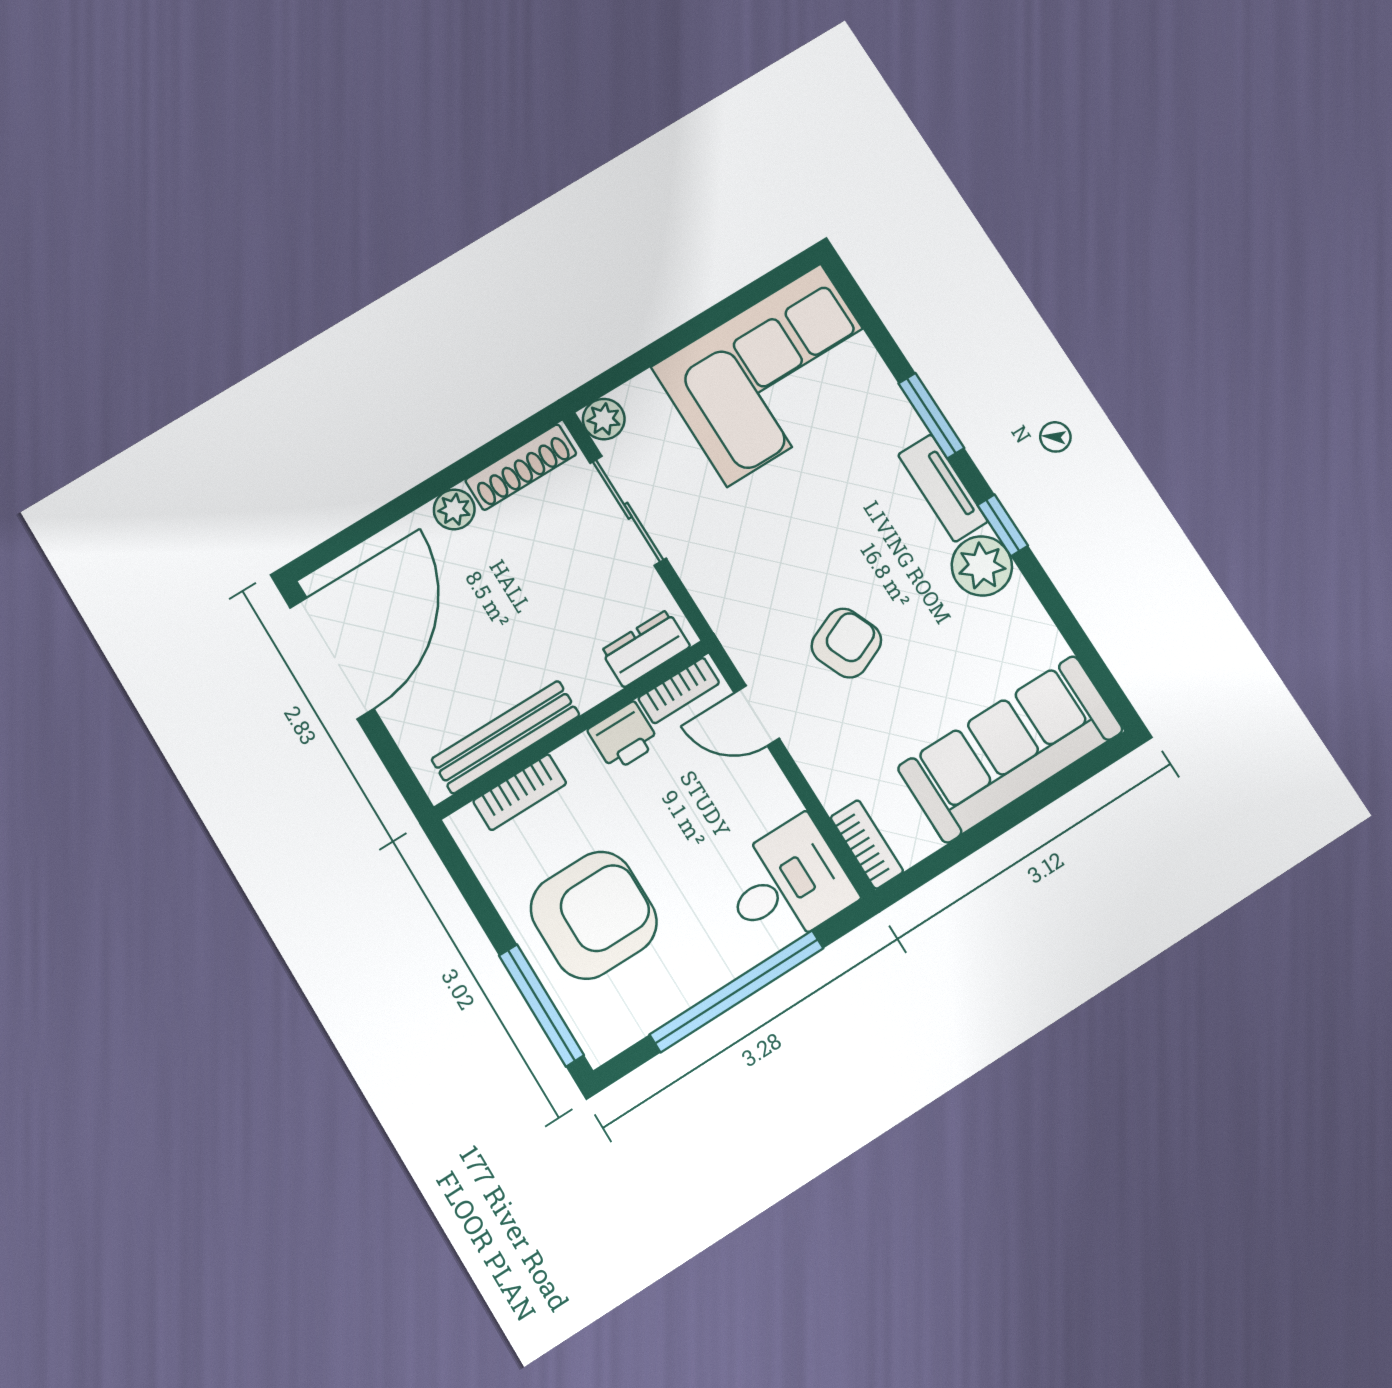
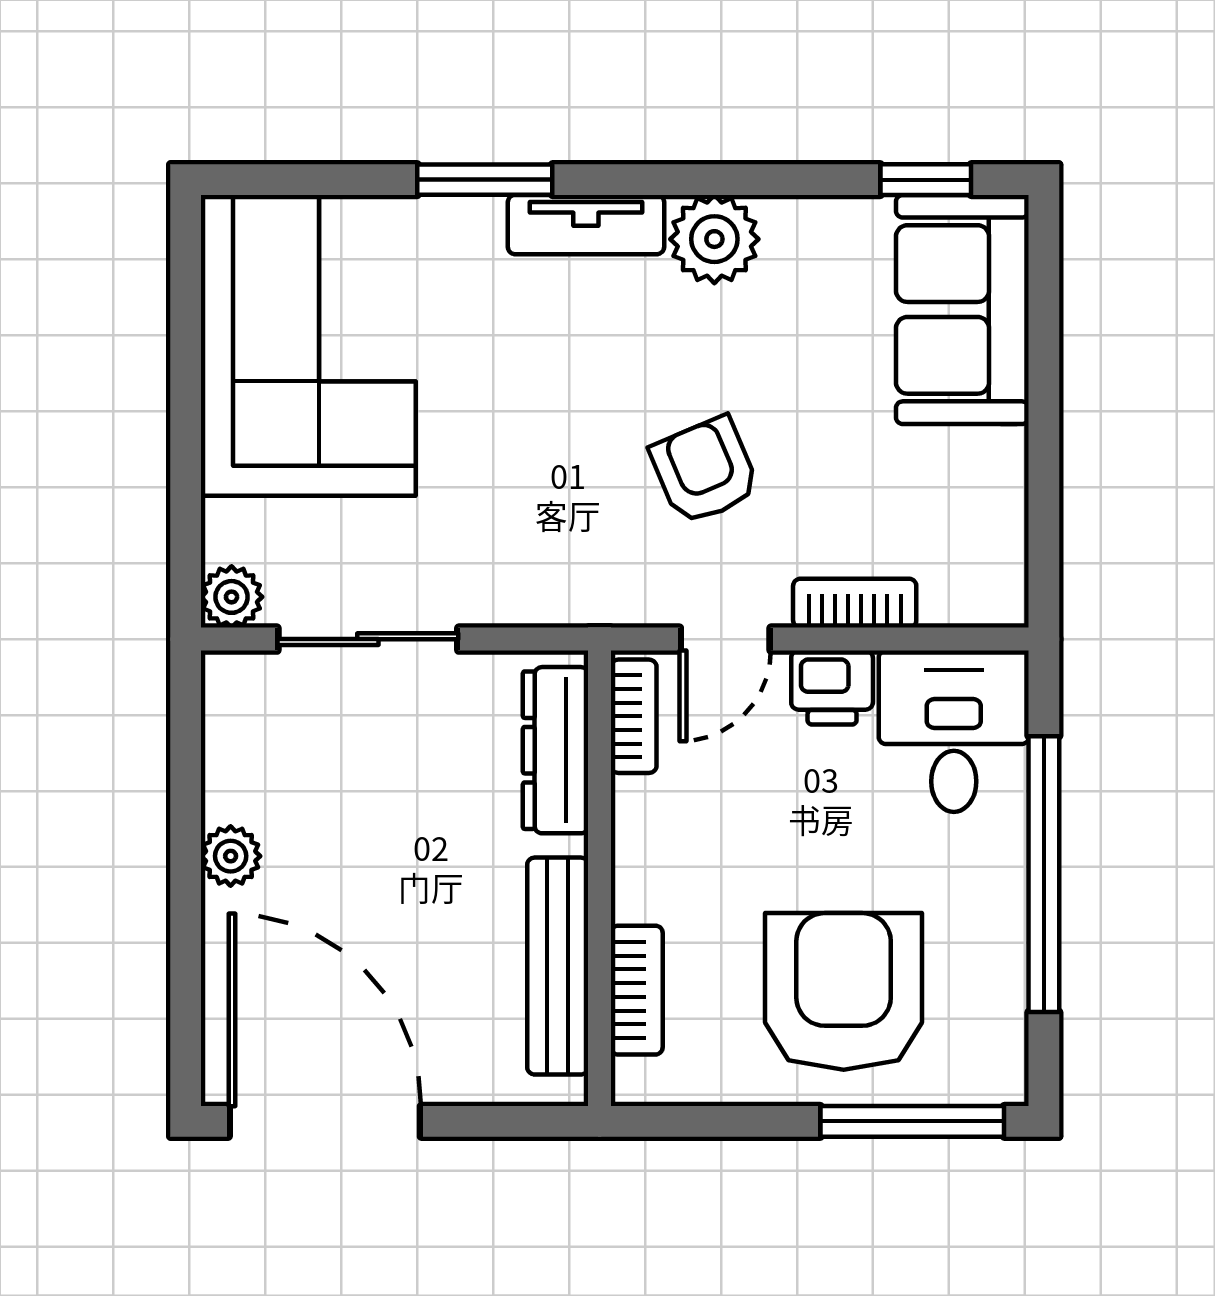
shoe rack: (521, 467) -> (228, 739), removed
window: (1003, 525) -> (926, 180), moved
dresser: (646, 649) -> (556, 750), width x1.44
printer: (624, 737) -> (832, 688), moved, turned 90
sofa: (1010, 749) -> (962, 309), width x0.73
bookcase: (867, 844) -> (855, 603), moved

